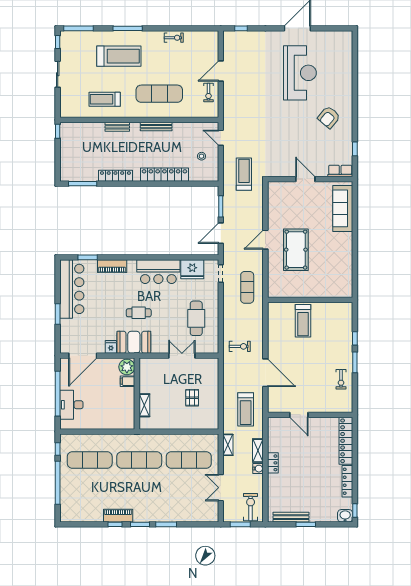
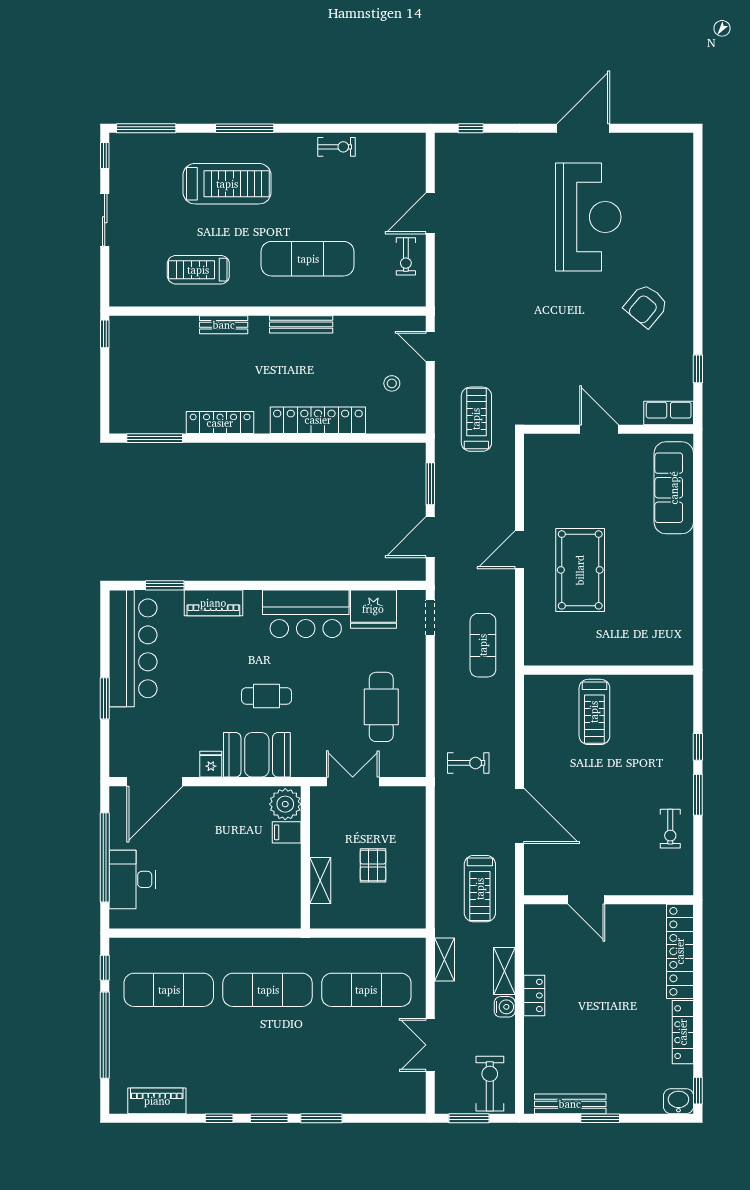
plant: (127, 367) -> (285, 804), moved
filing cabinet: (128, 381) -> (287, 832), moved
wall: (137, 394) -> (305, 857), moved
shelving: (144, 405) -> (320, 880), moved
piano: (118, 516) -> (157, 1101), moved

